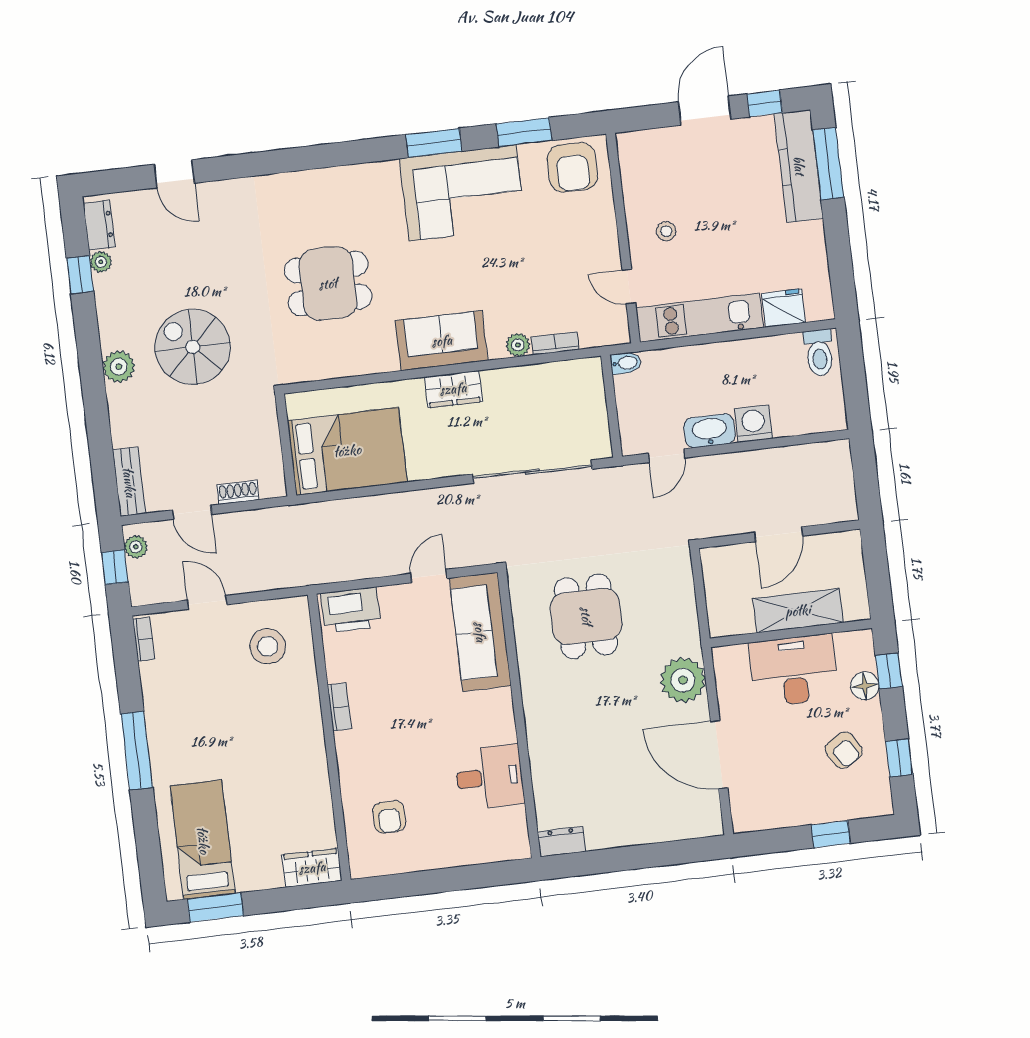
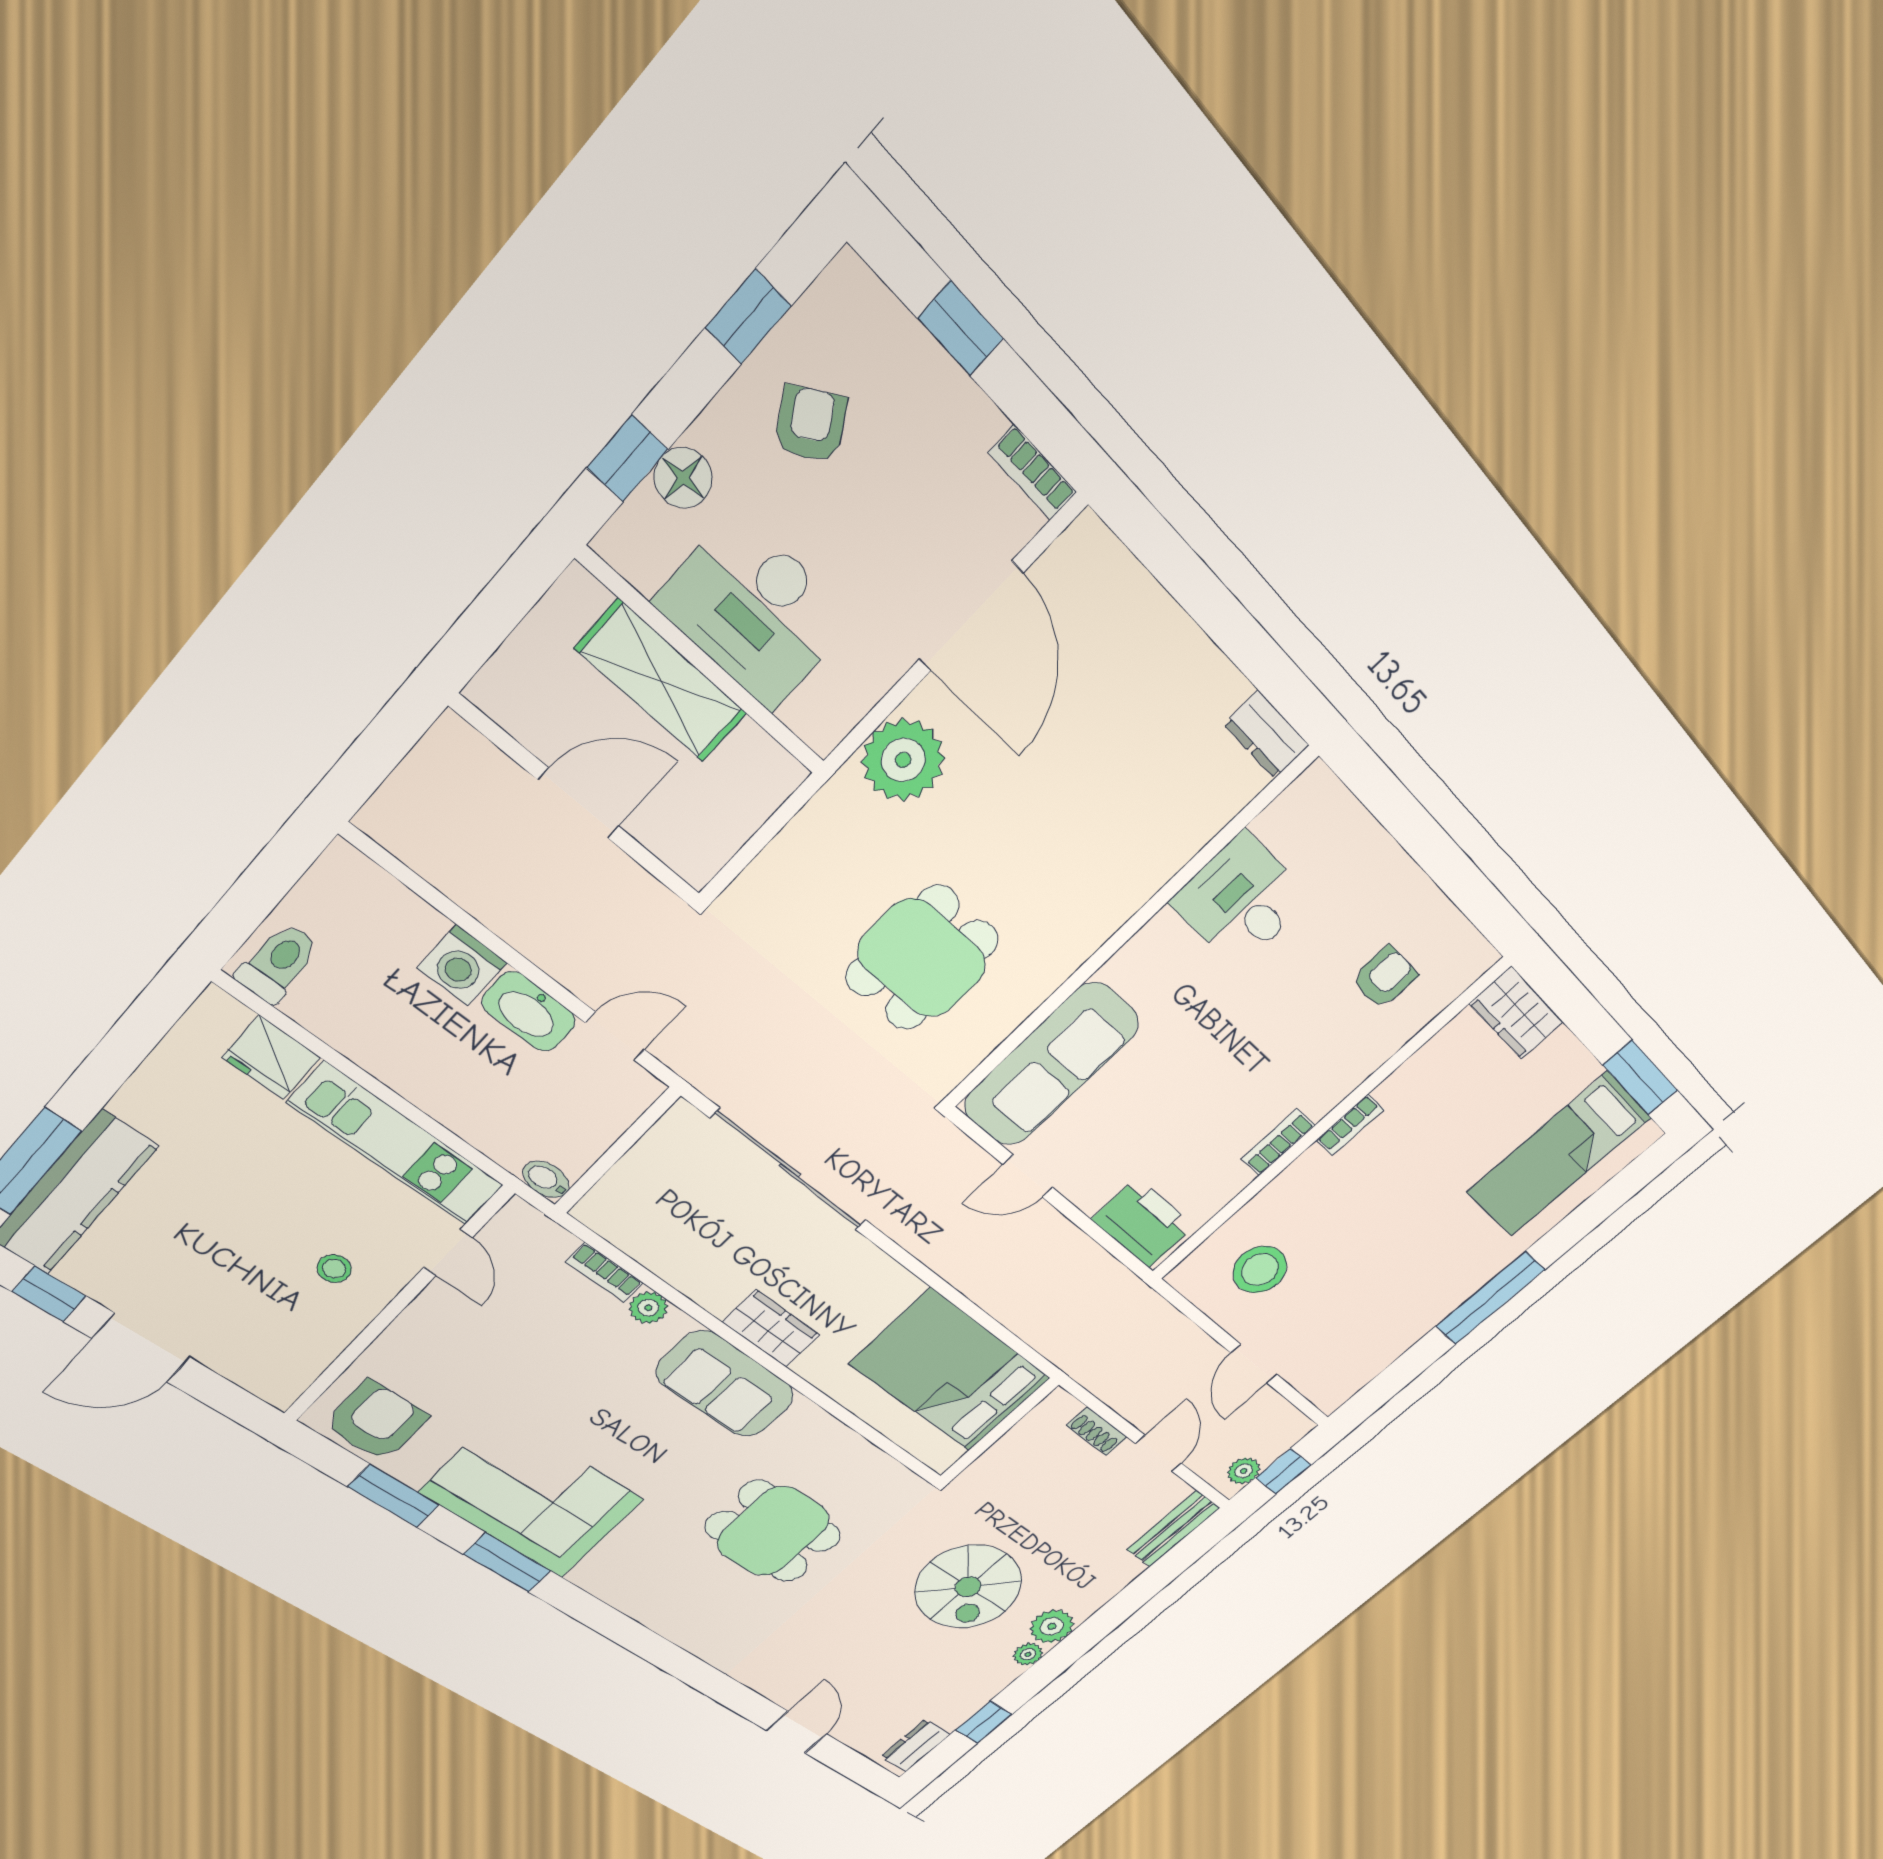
plant: (101, 262) -> (1028, 1654), moved
bookcase: (144, 639) -> (1350, 1125), moved, turned 180
bookcase: (755, 822) -> (1033, 472), added

